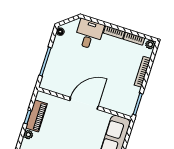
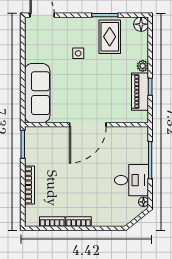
desk: (89, 34) -> (131, 180), moved, turned -90
plant: (150, 44) -> (30, 221), removed

